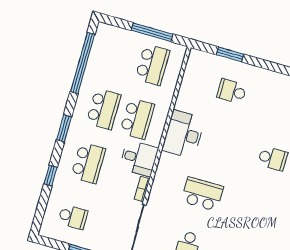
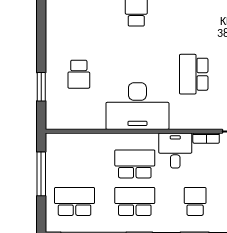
school desk: (153, 65) -> (75, 201), moved
desk: (183, 134) -> (137, 106), width x1.36, depth x1.30
school desk: (88, 163) -> (195, 201), width x0.54

